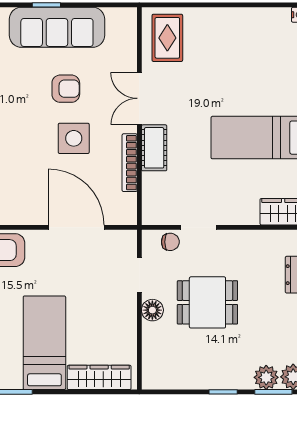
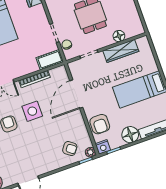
cot: (154, 148) -> (50, 60), moved
floor lamp: (152, 310) -> (119, 36), moved
wardrobe: (99, 377) -> (121, 51), moved, turned -90

